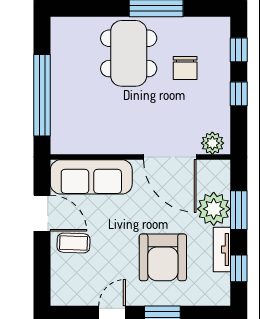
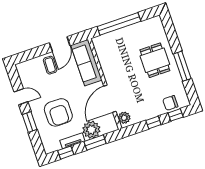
dining table: (129, 53) -> (155, 60), width x0.73
chair: (185, 68) -> (170, 103), moved
armchair: (163, 257) -> (58, 112), turned -90

